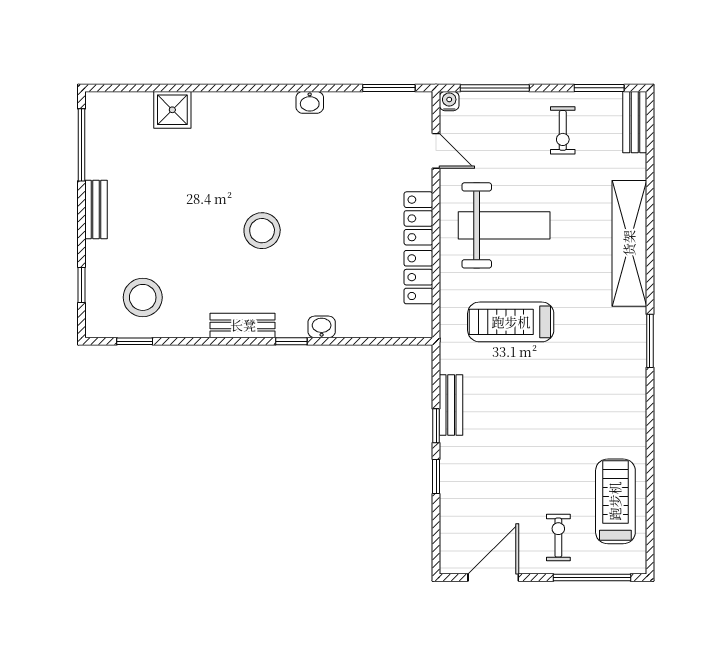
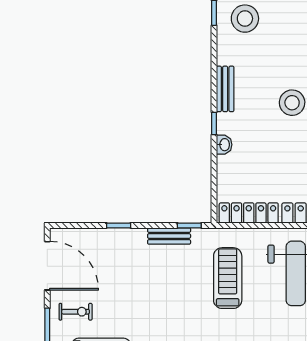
locker: (418, 277) -> (249, 213), width x1.53
window: (436, 426) -> (189, 225), moved
door: (493, 578) -> (47, 266), width x1.36

